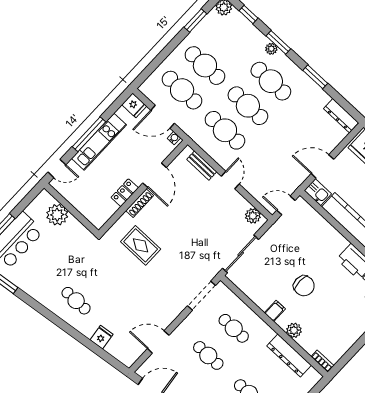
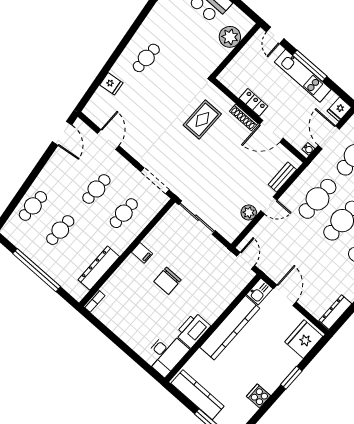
plant: (253, 216) -> (249, 212), moved
plant: (294, 330) -> (124, 272), removed

